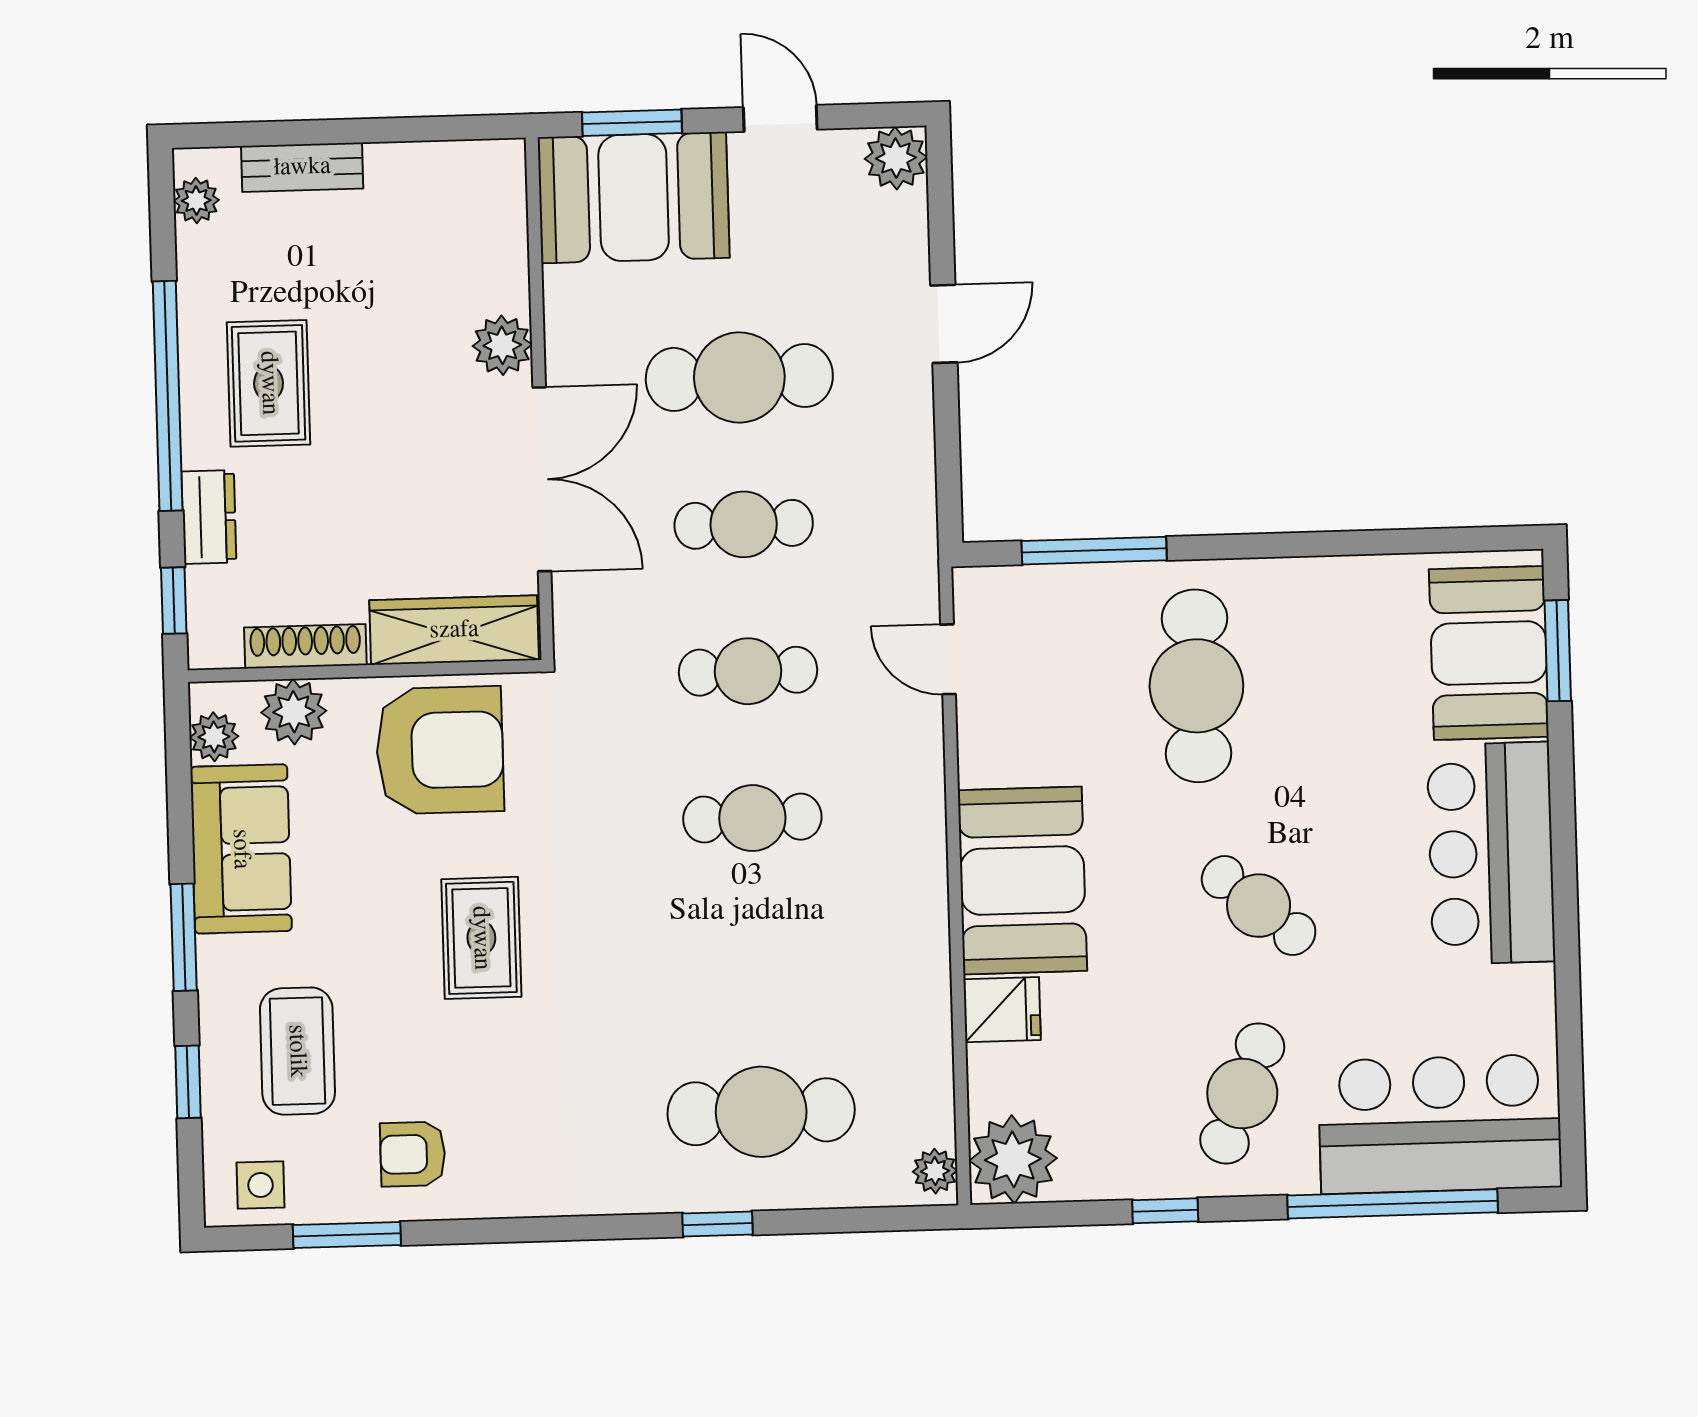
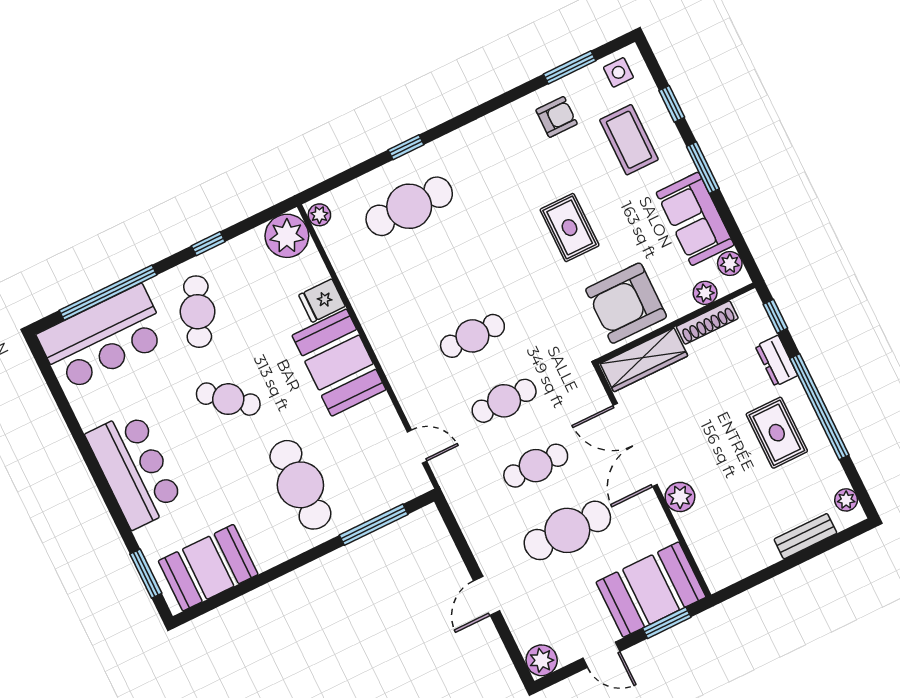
booth: (1489, 653) -> (208, 568), moved, turned 90
plant: (294, 712) -> (705, 293), width x0.73, depth x0.73

